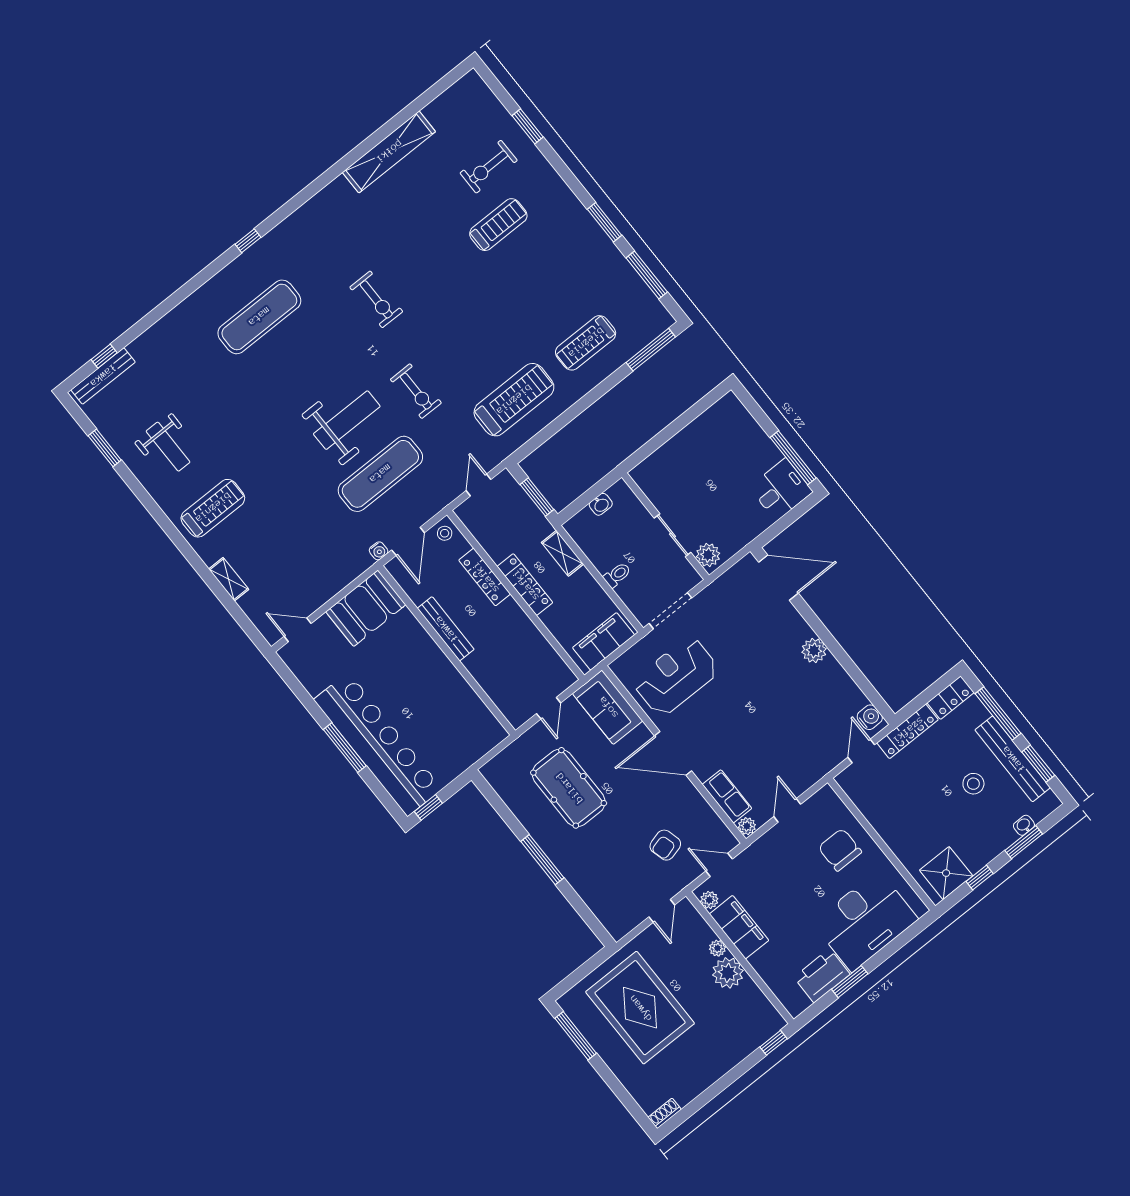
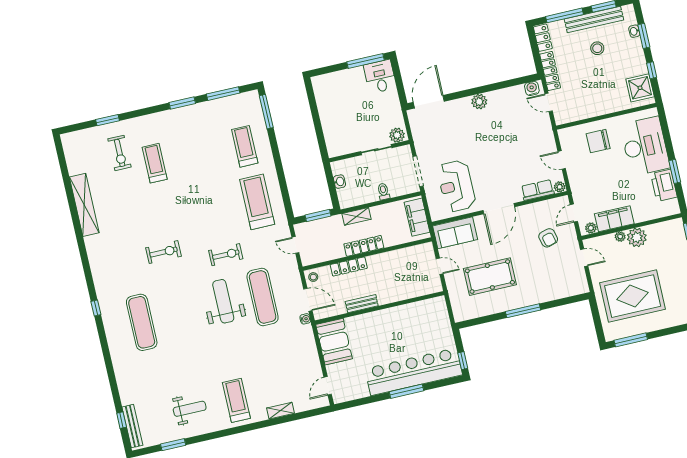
treadmill: (586, 343) -> (245, 146), turned 180
bench: (446, 629) -> (362, 304), width x0.73

